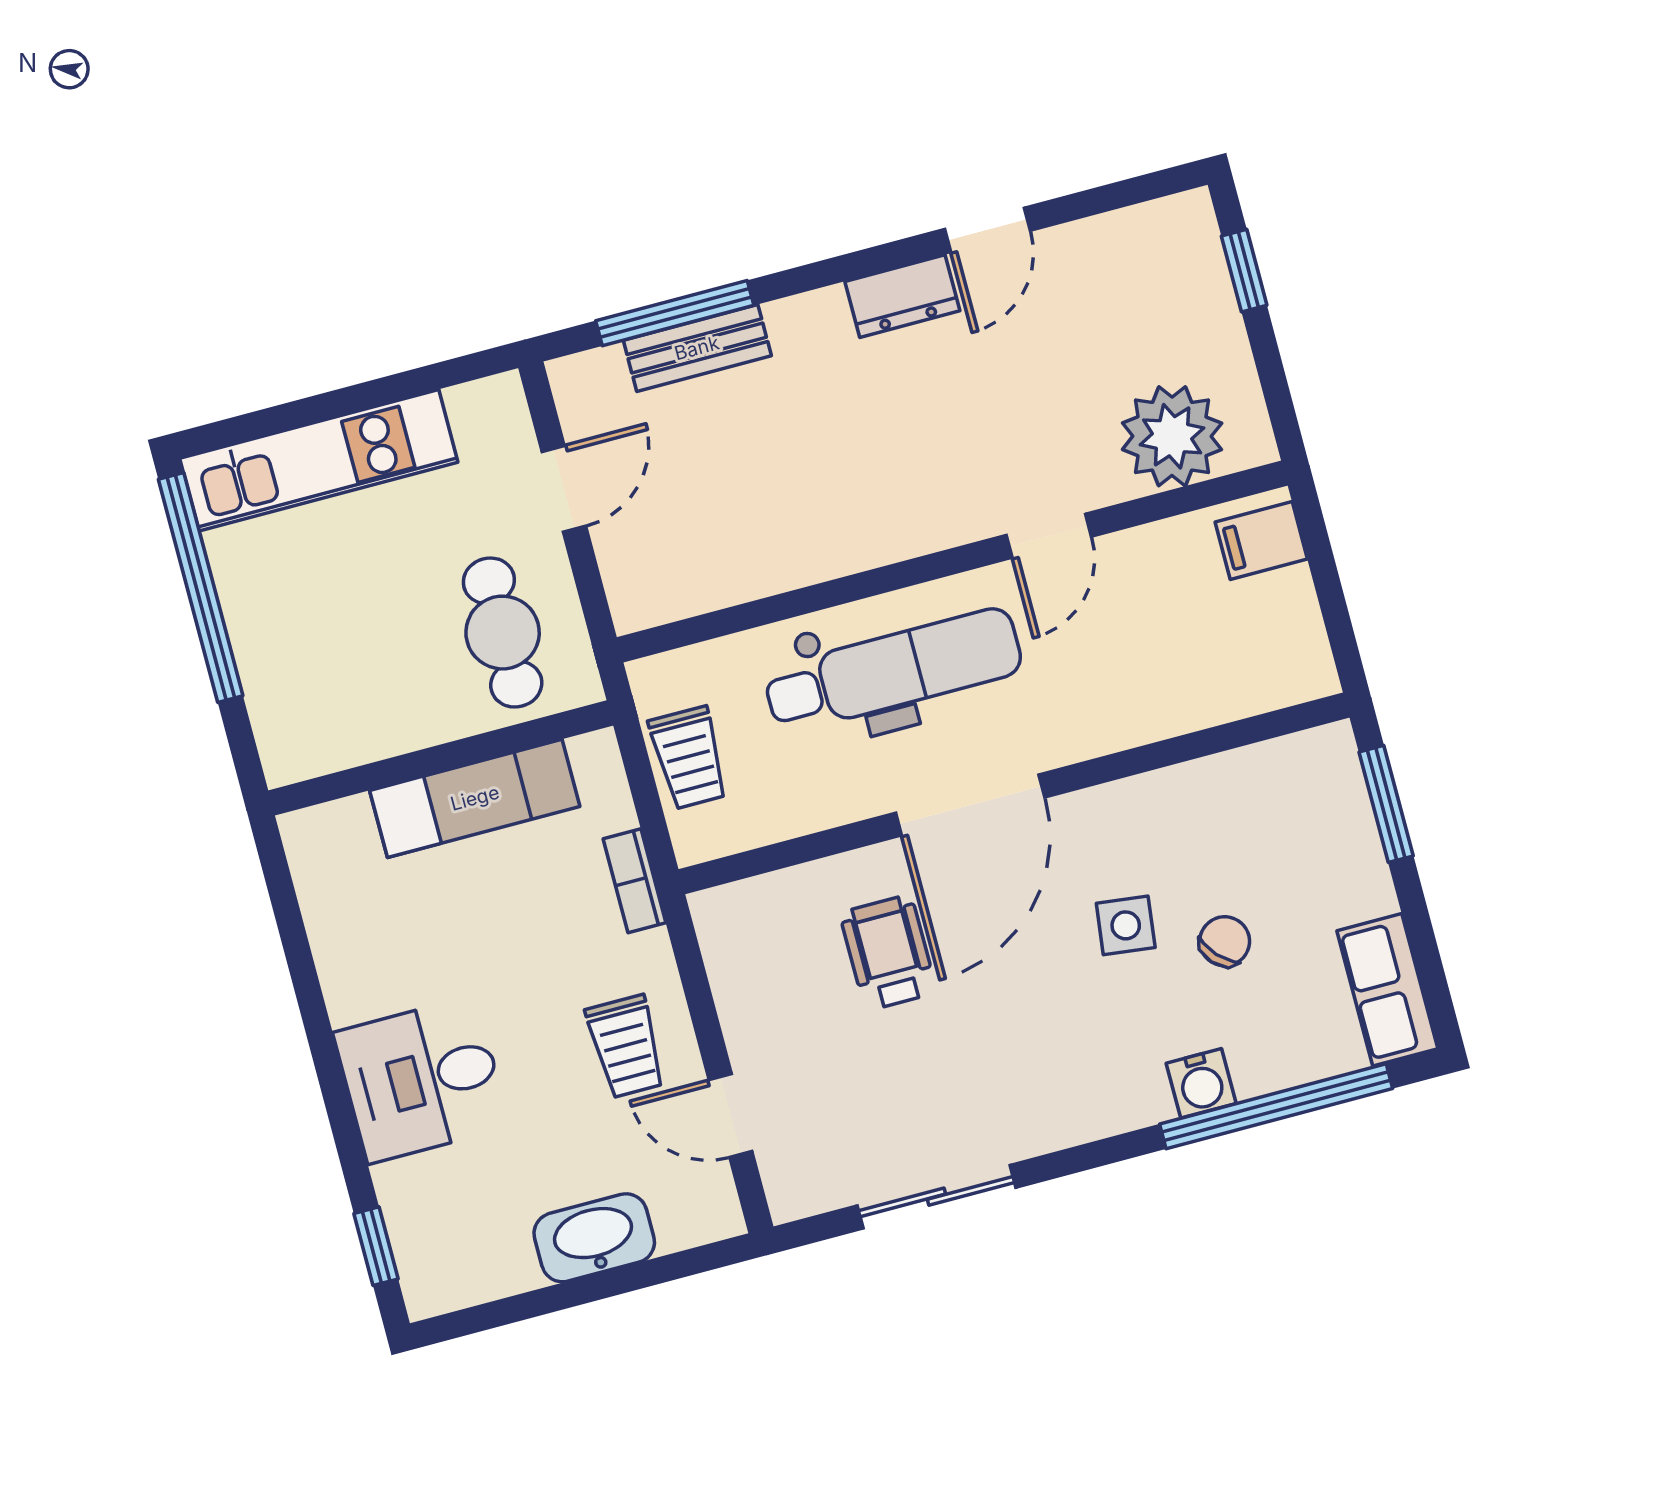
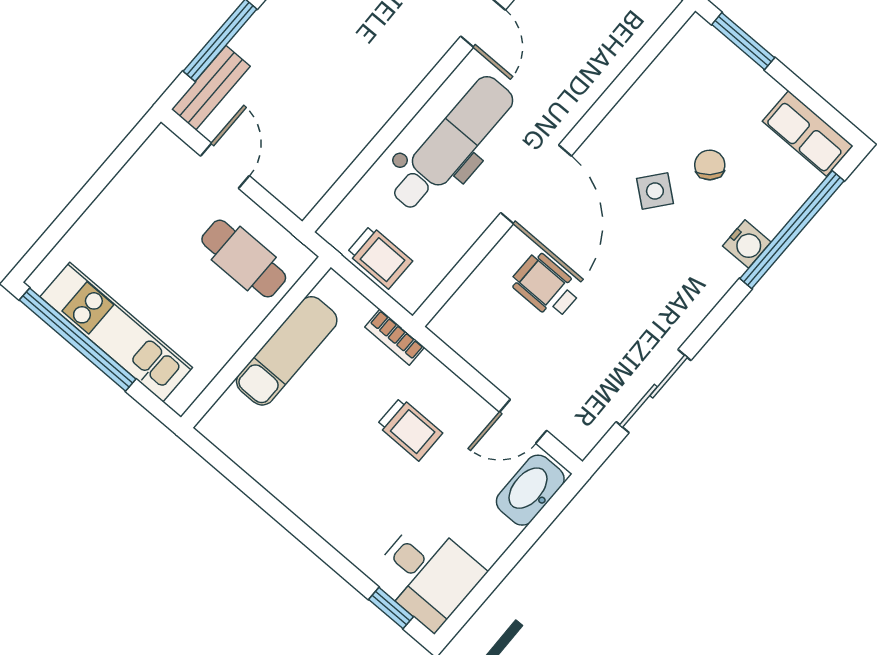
bench: (697, 348) -> (211, 88), moved
kitchen unit: (319, 460) -> (116, 332), moved, turned -90
side table: (1126, 925) -> (655, 191), turned 32
trolley: (626, 1047) -> (410, 429), moved
desk: (422, 1080) -> (427, 574), moved, turned -90
washbasin: (594, 1238) -> (530, 490), moved

